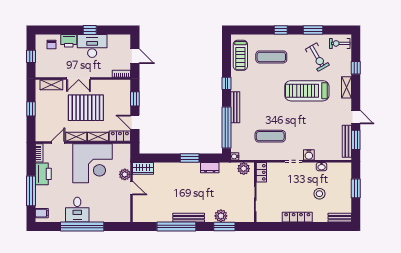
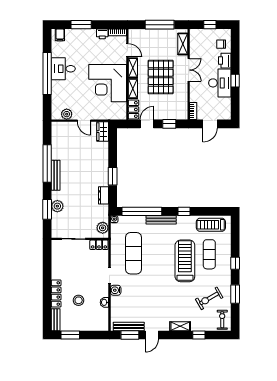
double door: (79, 79) -> (189, 70), swing flipped
treadmill: (307, 91) -> (185, 261), moved
window: (31, 109) -> (160, 25), width x2.17
exercise mat: (270, 136) -> (134, 253), width x1.36, depth x1.45
printer: (43, 174) -> (102, 34), width x0.53, depth x0.68
plant: (125, 174) -> (67, 114), moved
door: (132, 188) -> (84, 121), hinge flipped
window: (356, 188) -> (70, 335), moved
window: (31, 191) -> (81, 25), width x0.69
locker: (297, 217) -> (56, 293), moved

